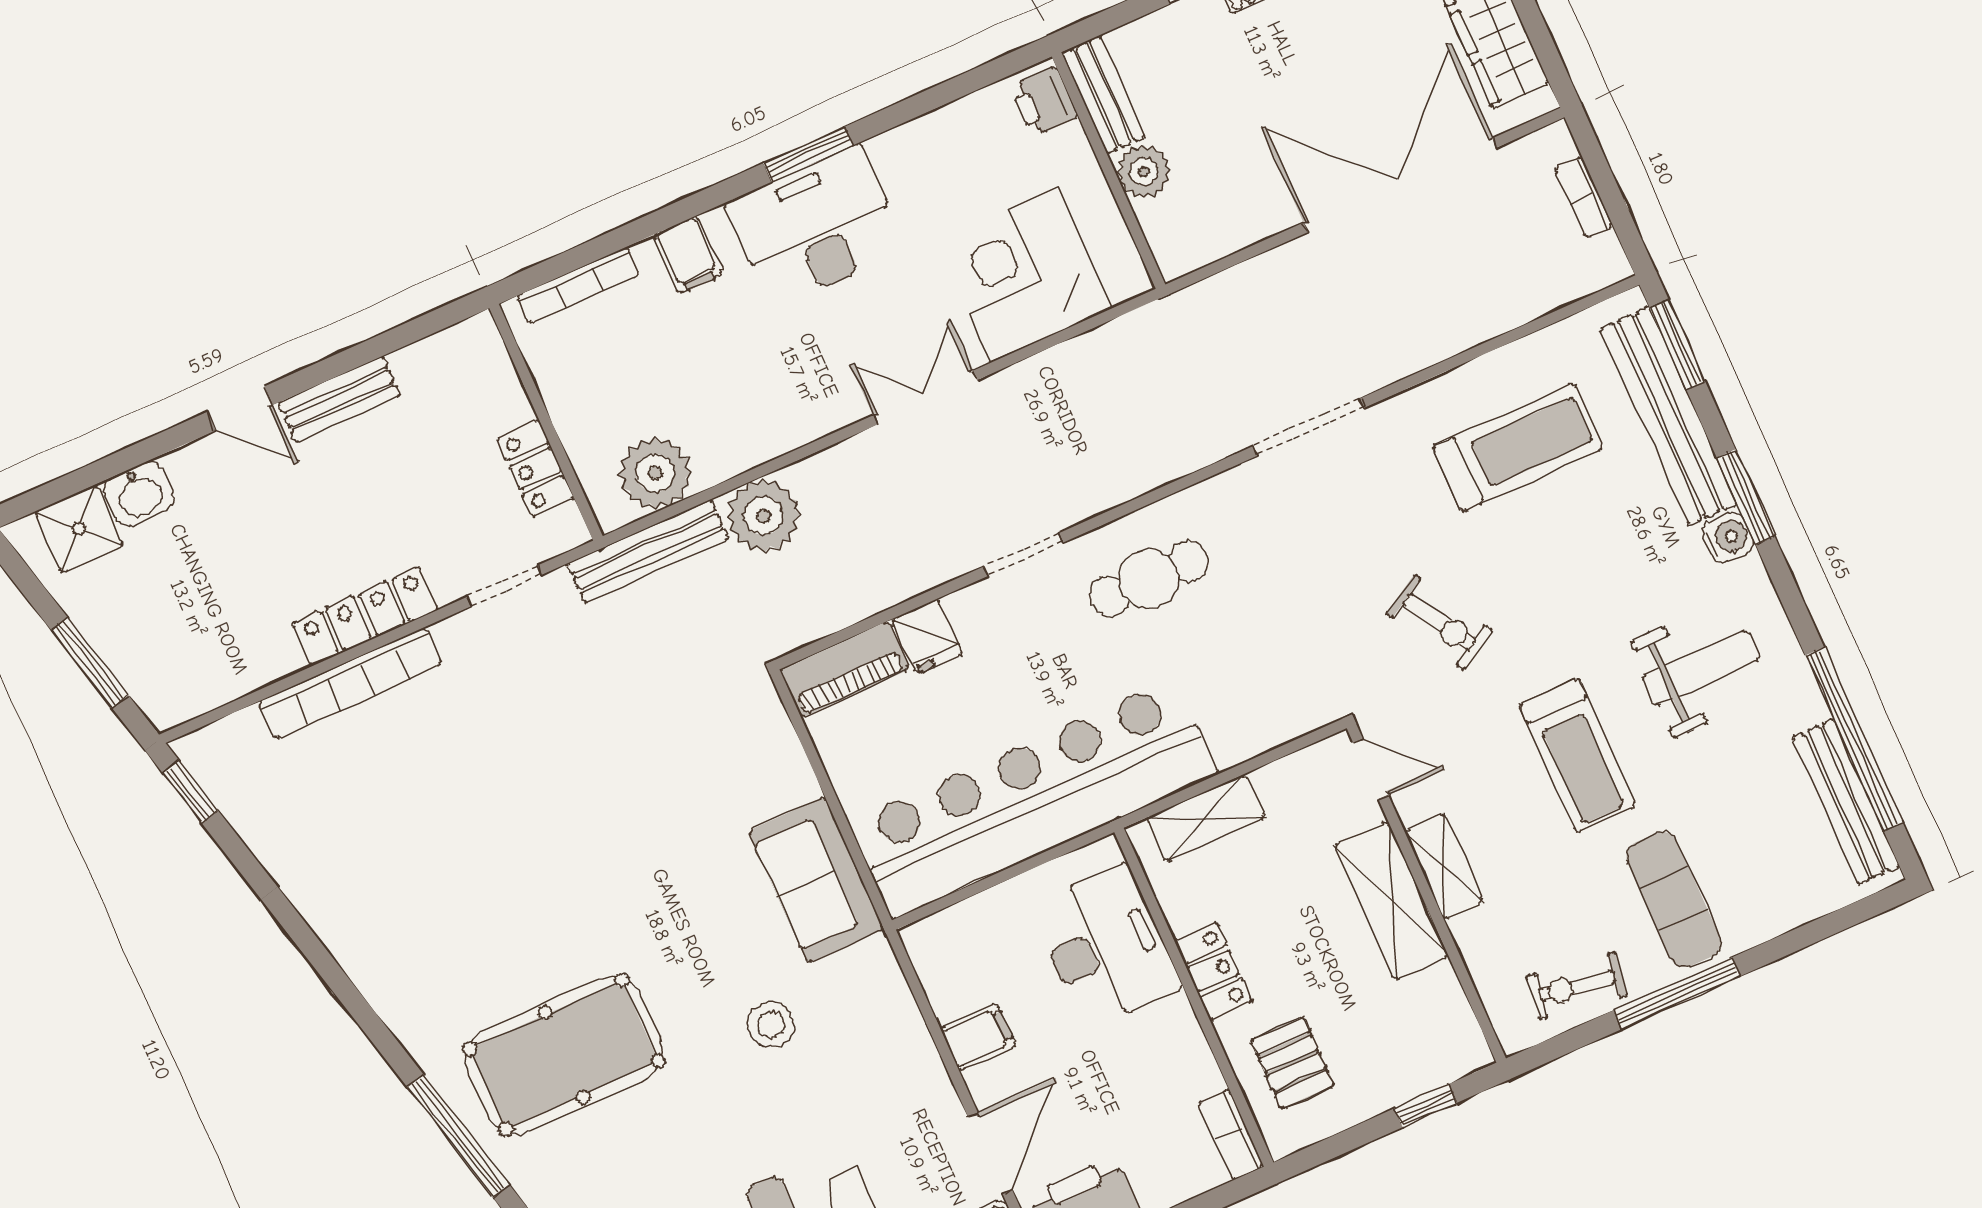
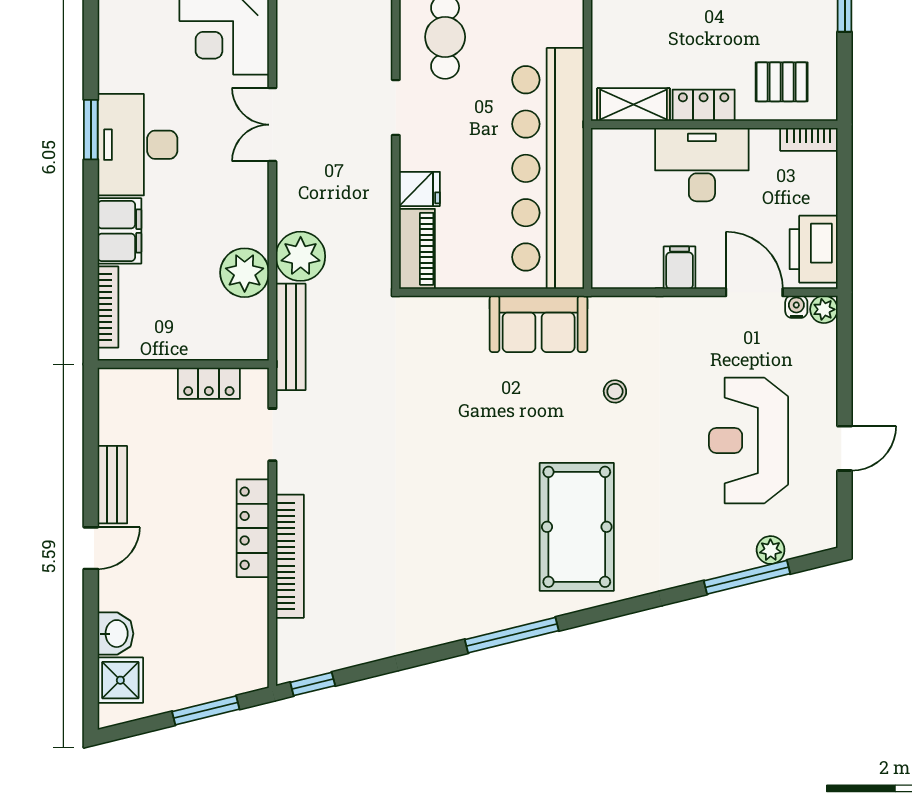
filing cabinet: (688, 255) -> (119, 231), width x2.00
plant: (655, 473) -> (245, 273), moved
shelving: (1206, 818) -> (633, 105), moved, turned 90
desk: (1106, 946) -> (702, 165), moved
stool: (771, 1025) -> (615, 391), width x0.73, depth x0.73
window: (458, 1136) -> (512, 635), moved

